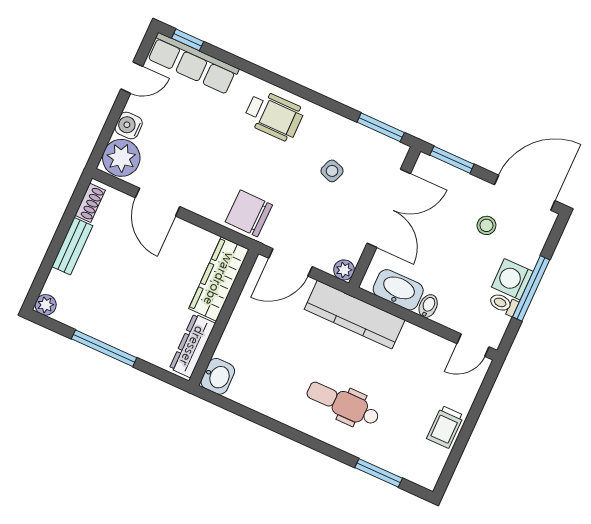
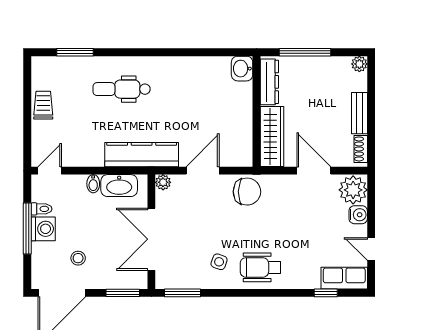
window: (188, 40) -> (326, 293), moved
row of seats: (193, 63) -> (344, 278), width x0.68
door: (132, 78) -> (371, 249), hinge flipped
side table: (332, 171) -> (219, 262), moved
wardrobe: (219, 279) -> (272, 136), moved
wall: (224, 317) -> (256, 111), moved
dresser: (192, 346) -> (269, 82), moved
washbasin: (218, 376) -> (242, 69), moved
dental chair: (343, 404) -> (122, 89), turned 180

